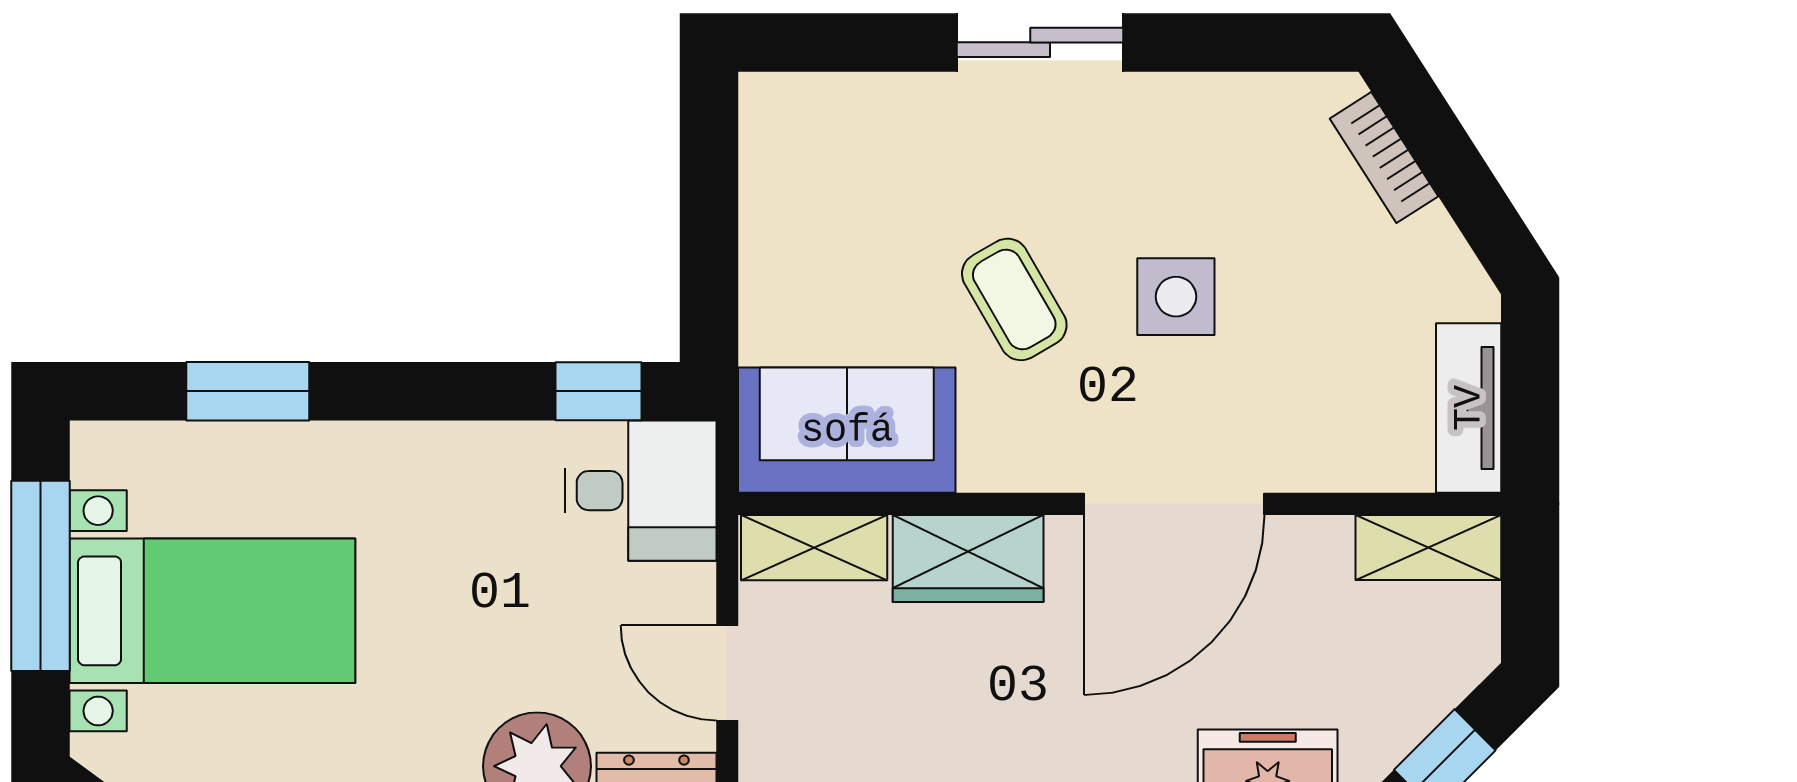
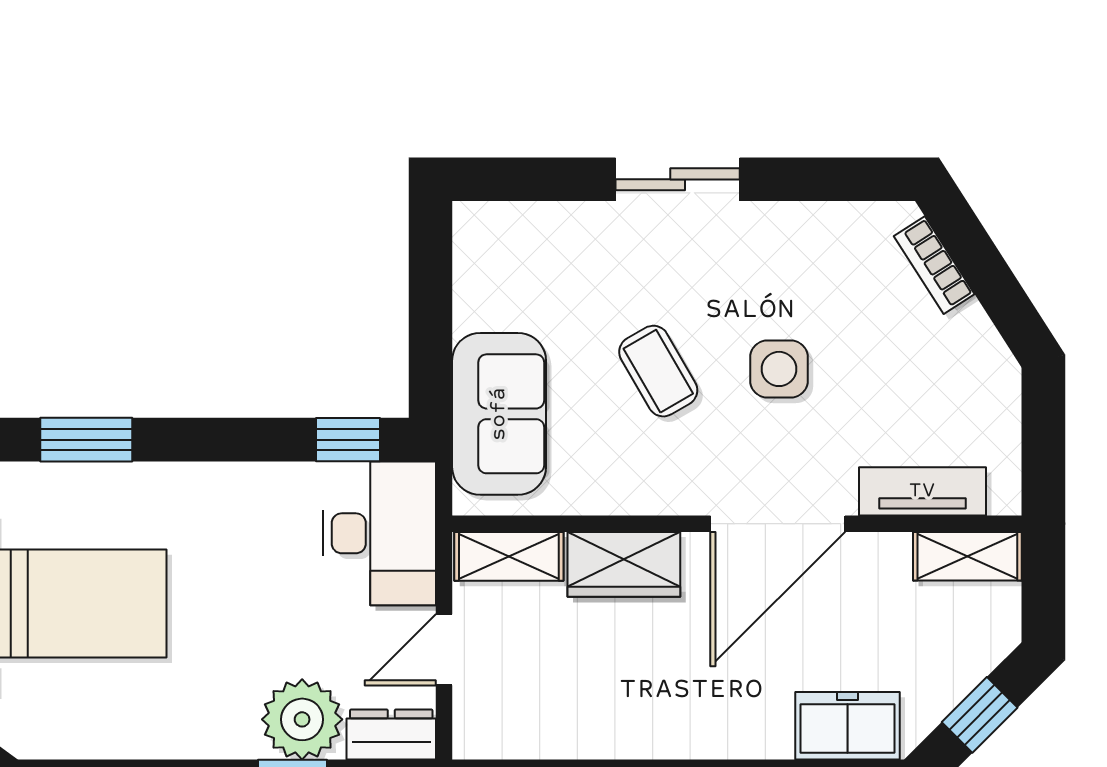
tv unit: (1469, 408) -> (922, 491), moved, turned 90
sofa: (847, 430) -> (499, 414), moved, turned 90
desk: (640, 491) -> (379, 533), width x1.37
door: (727, 673) -> (444, 650), hinge flipped

